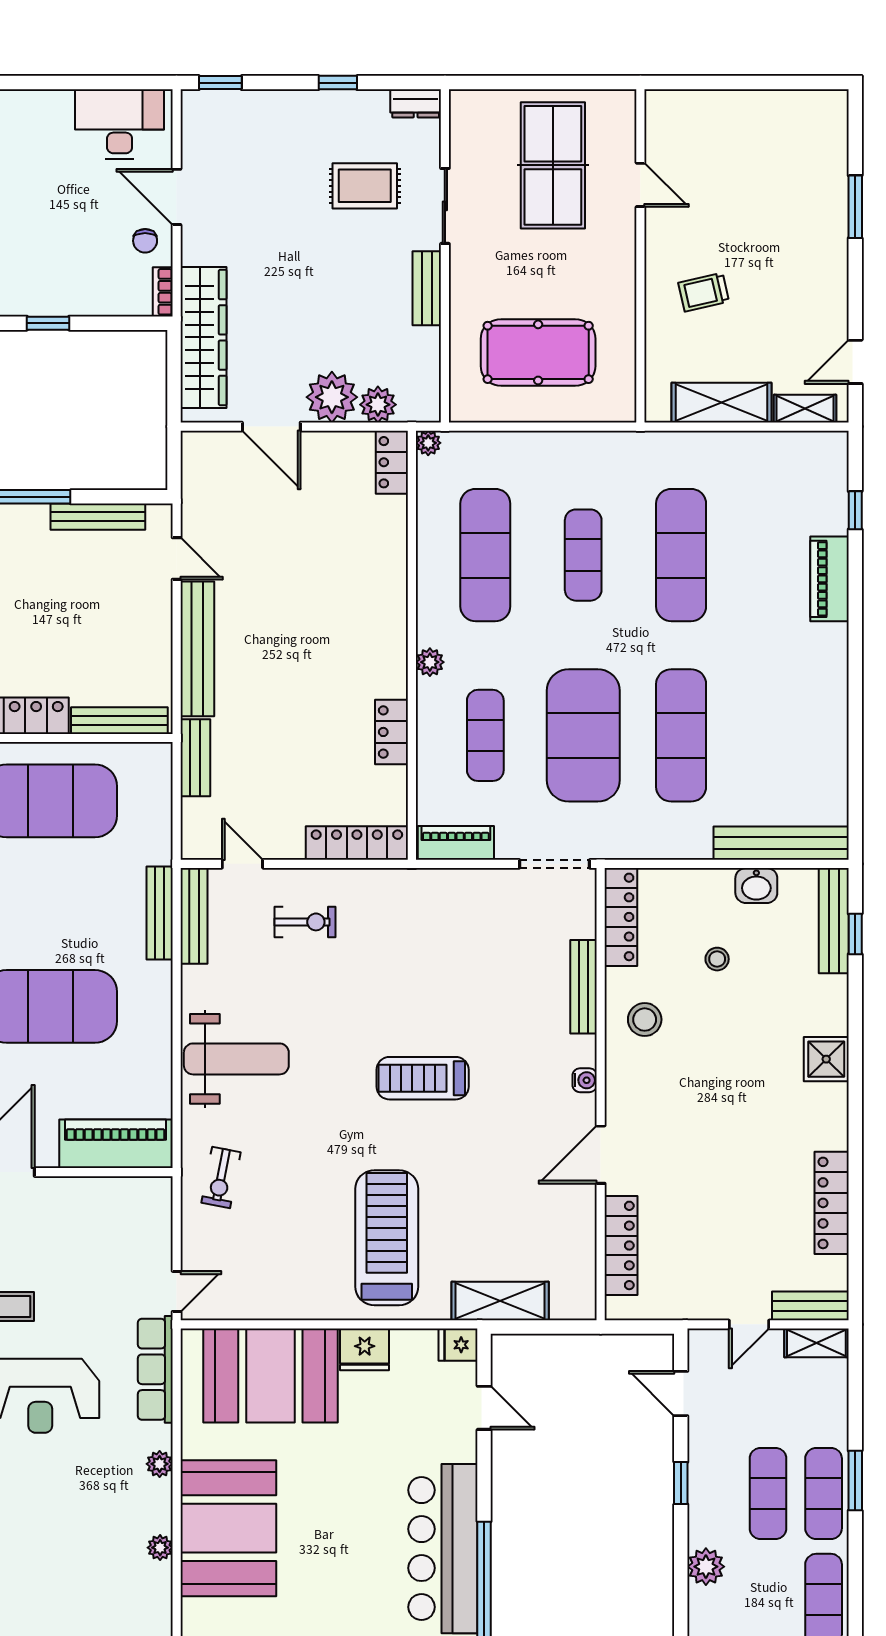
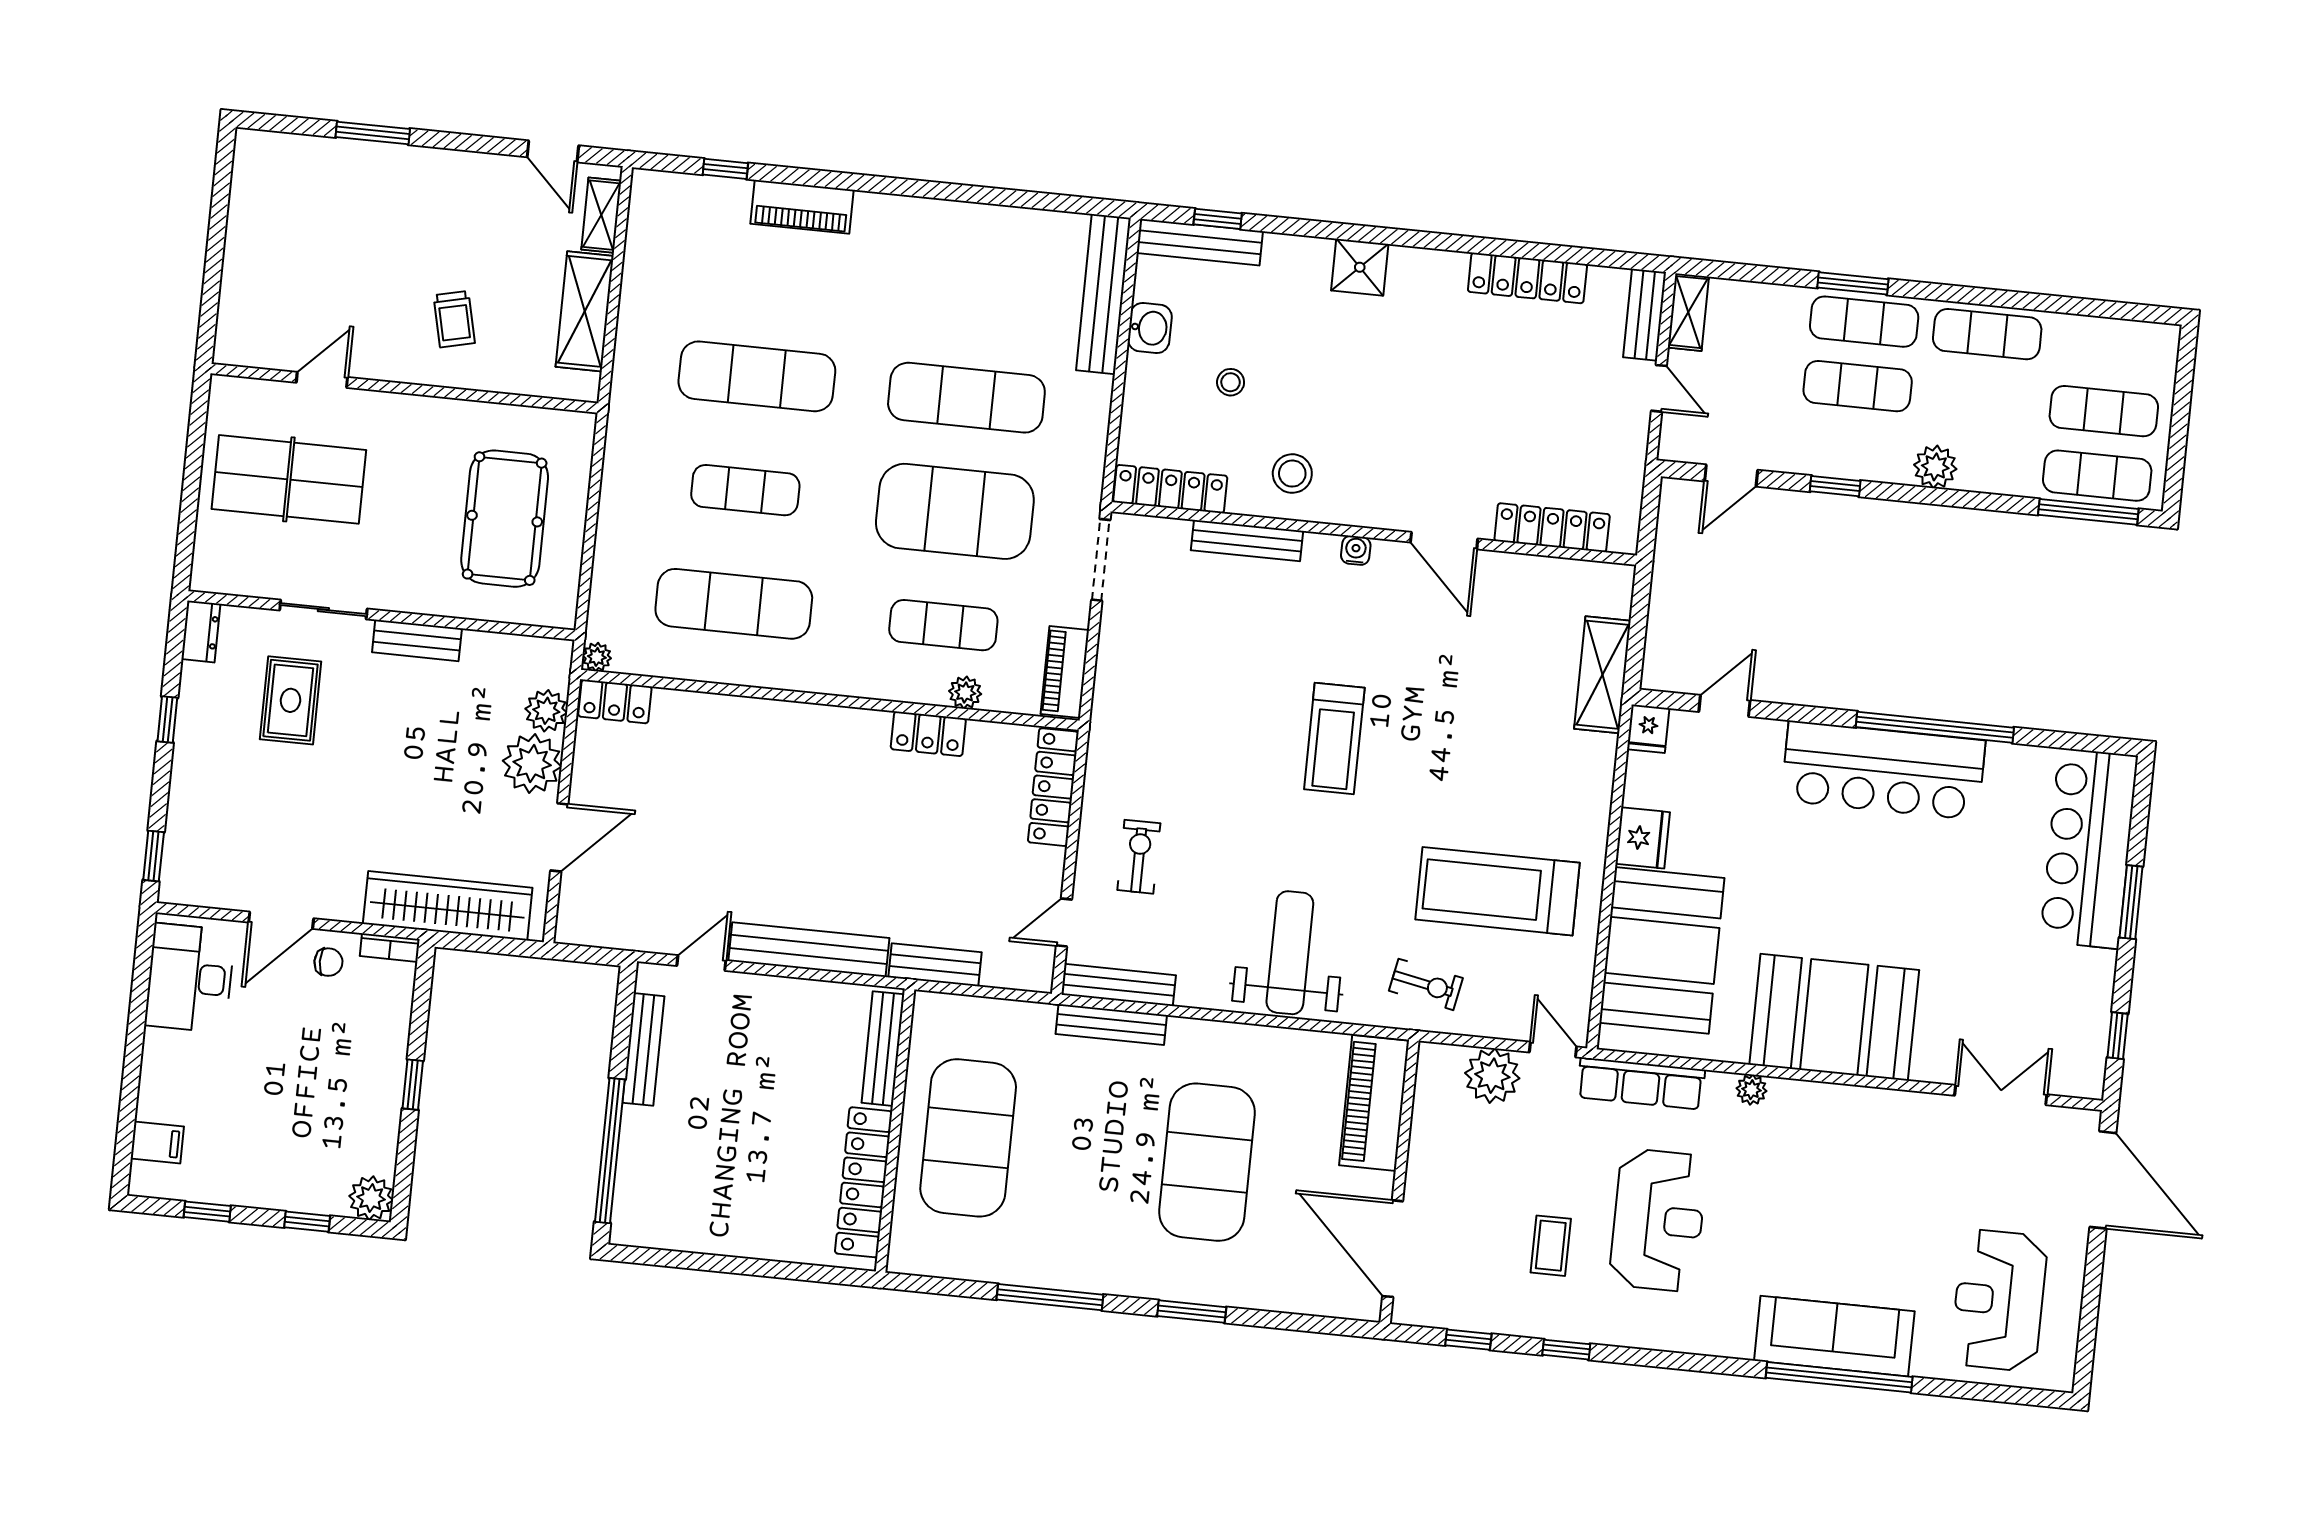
plant: (430, 662) -> (965, 693), moved
treadmill: (387, 1238) -> (1497, 891), moved
plant: (160, 1548) -> (1492, 1076), moved, width x1.88, depth x1.88

